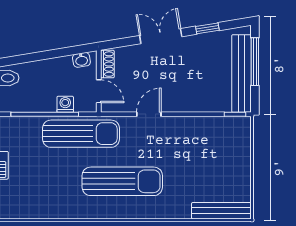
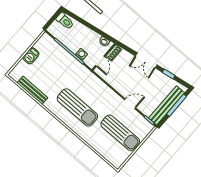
double door: (161, 36) -> (146, 60), swing flipped
door: (149, 114) -> (130, 104), moved
sun lounger: (81, 134) -> (120, 133), moved
bench: (221, 211) -> (32, 90), moved

